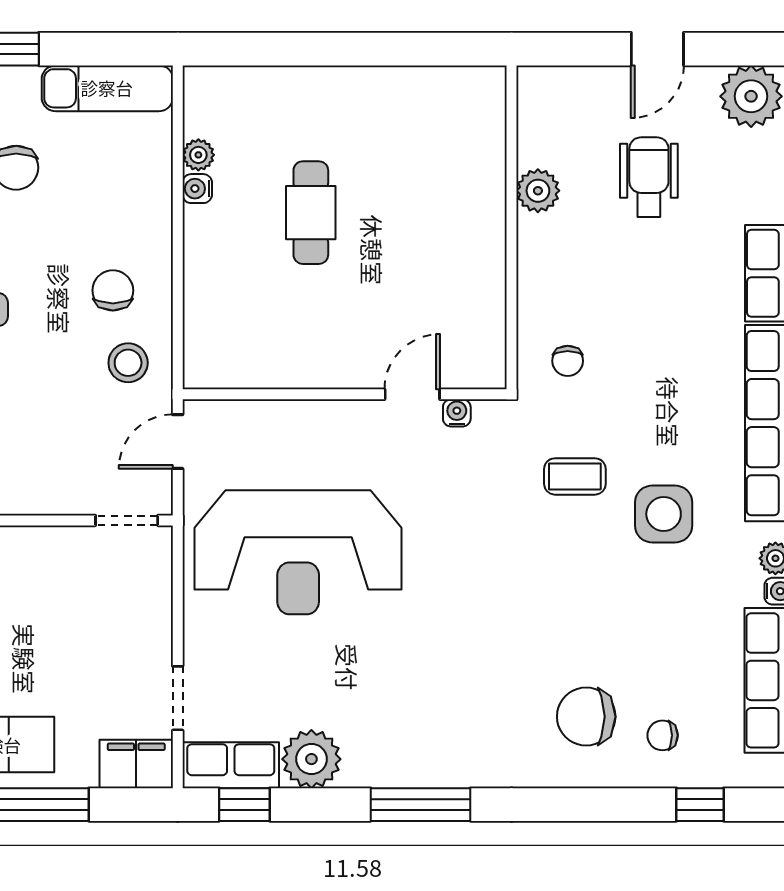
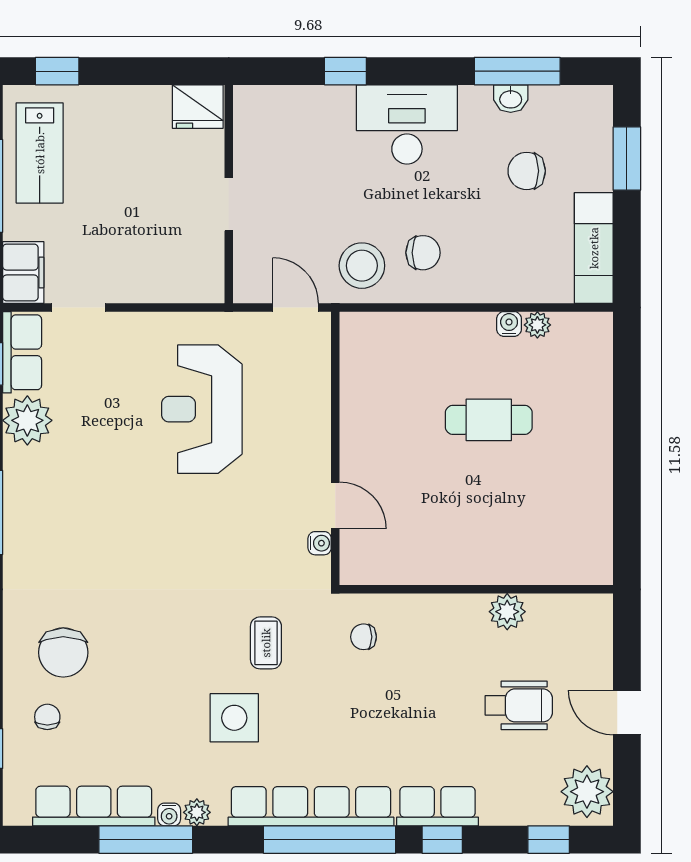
stool: (128, 363) -> (362, 266), width x1.38, depth x1.38
doorway: (127, 520) -> (229, 204), moved
reception desk: (298, 552) -> (202, 409), width x0.74, depth x0.77
chair: (586, 717) -> (63, 652), turned 180

